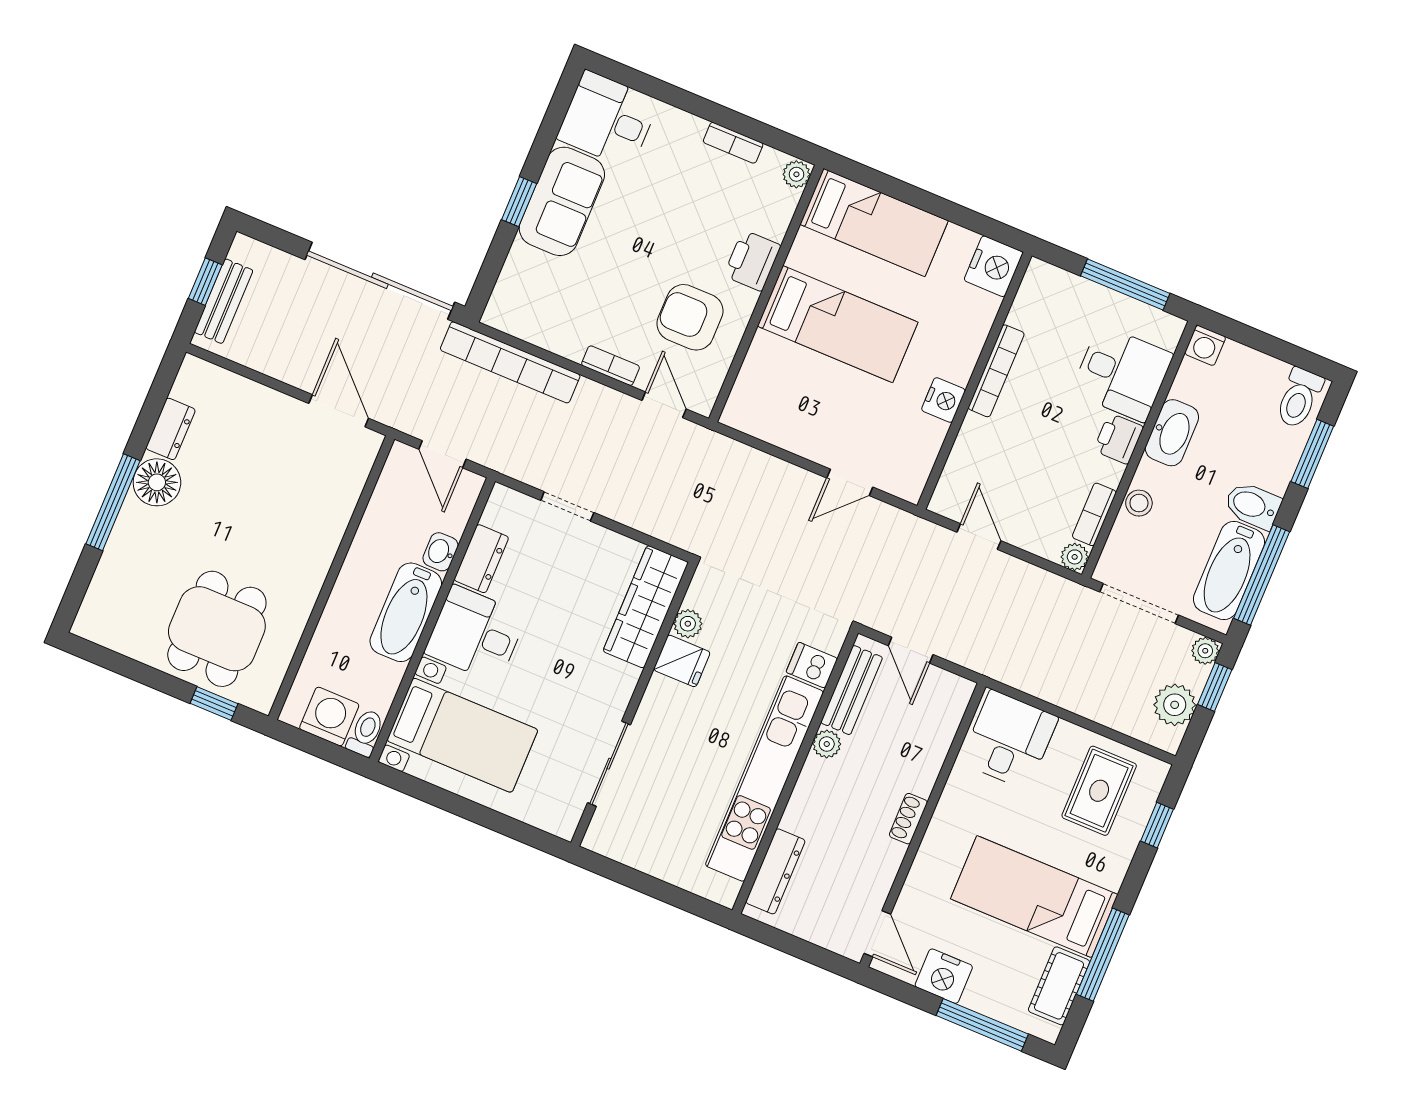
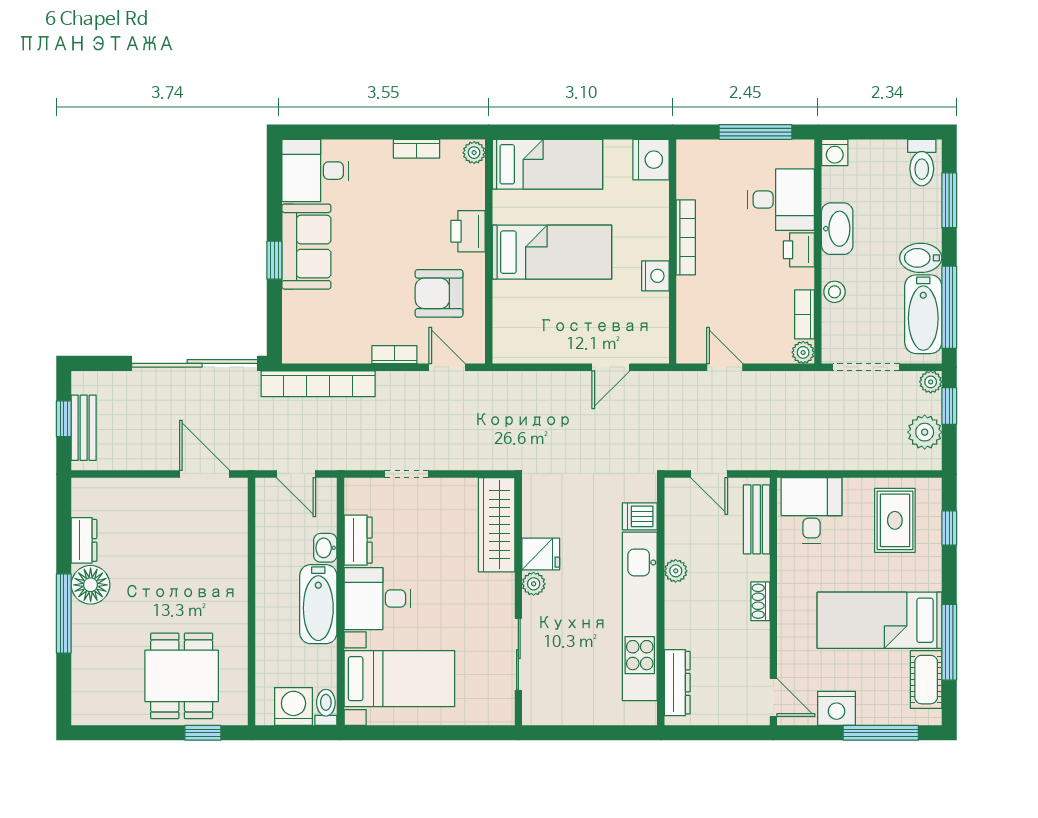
plant: (688, 624) -> (534, 584), moved
bench: (852, 690) -> (757, 519), moved

